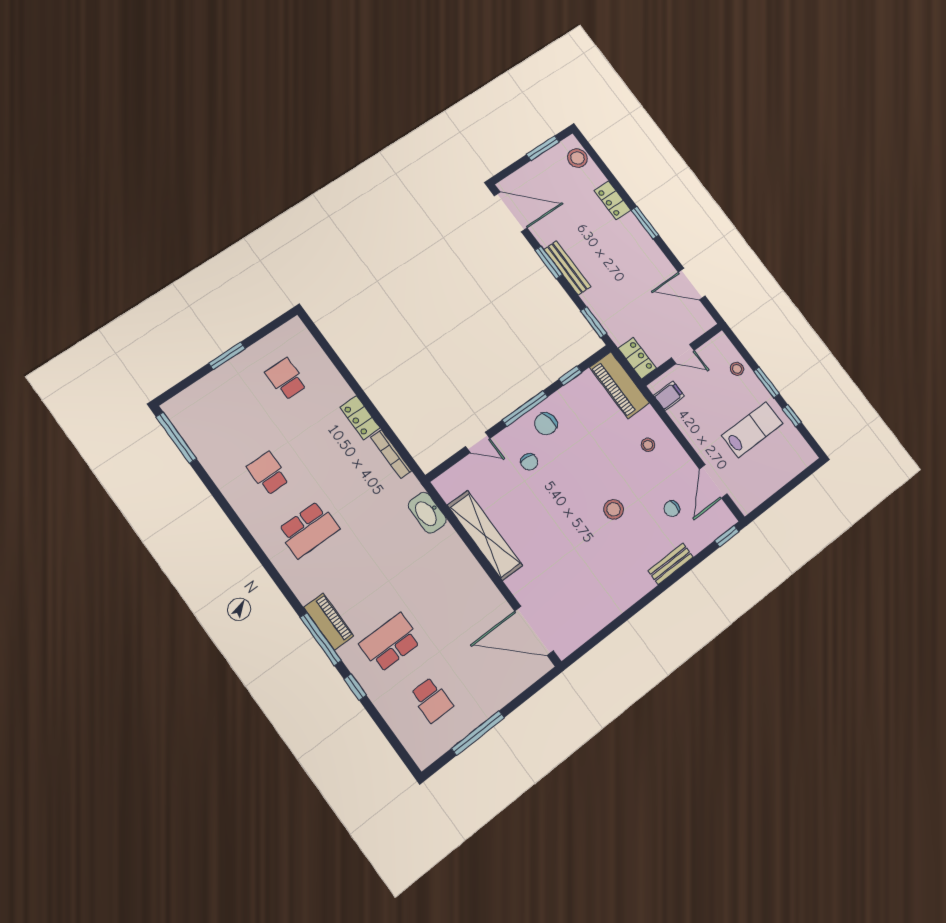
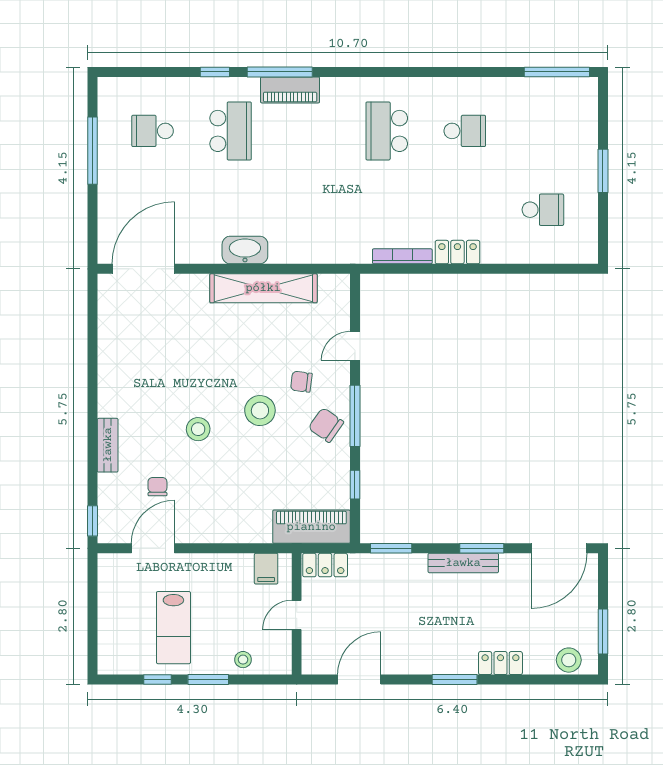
chair: (546, 424) -> (326, 425), turned -45
stool: (648, 445) -> (260, 411), moved, width x1.89, depth x1.89
door: (713, 481) -> (153, 548), hinge flipped
washbasin: (427, 513) -> (245, 250), moved

